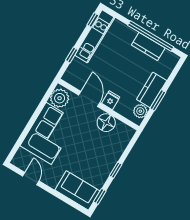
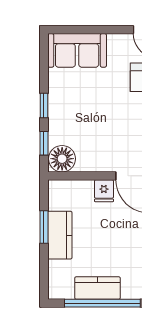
plant: (140, 111) -> (58, 200), removed
floor lamp: (106, 123) -> (62, 159), moved
window: (100, 196) -> (44, 143), moved

